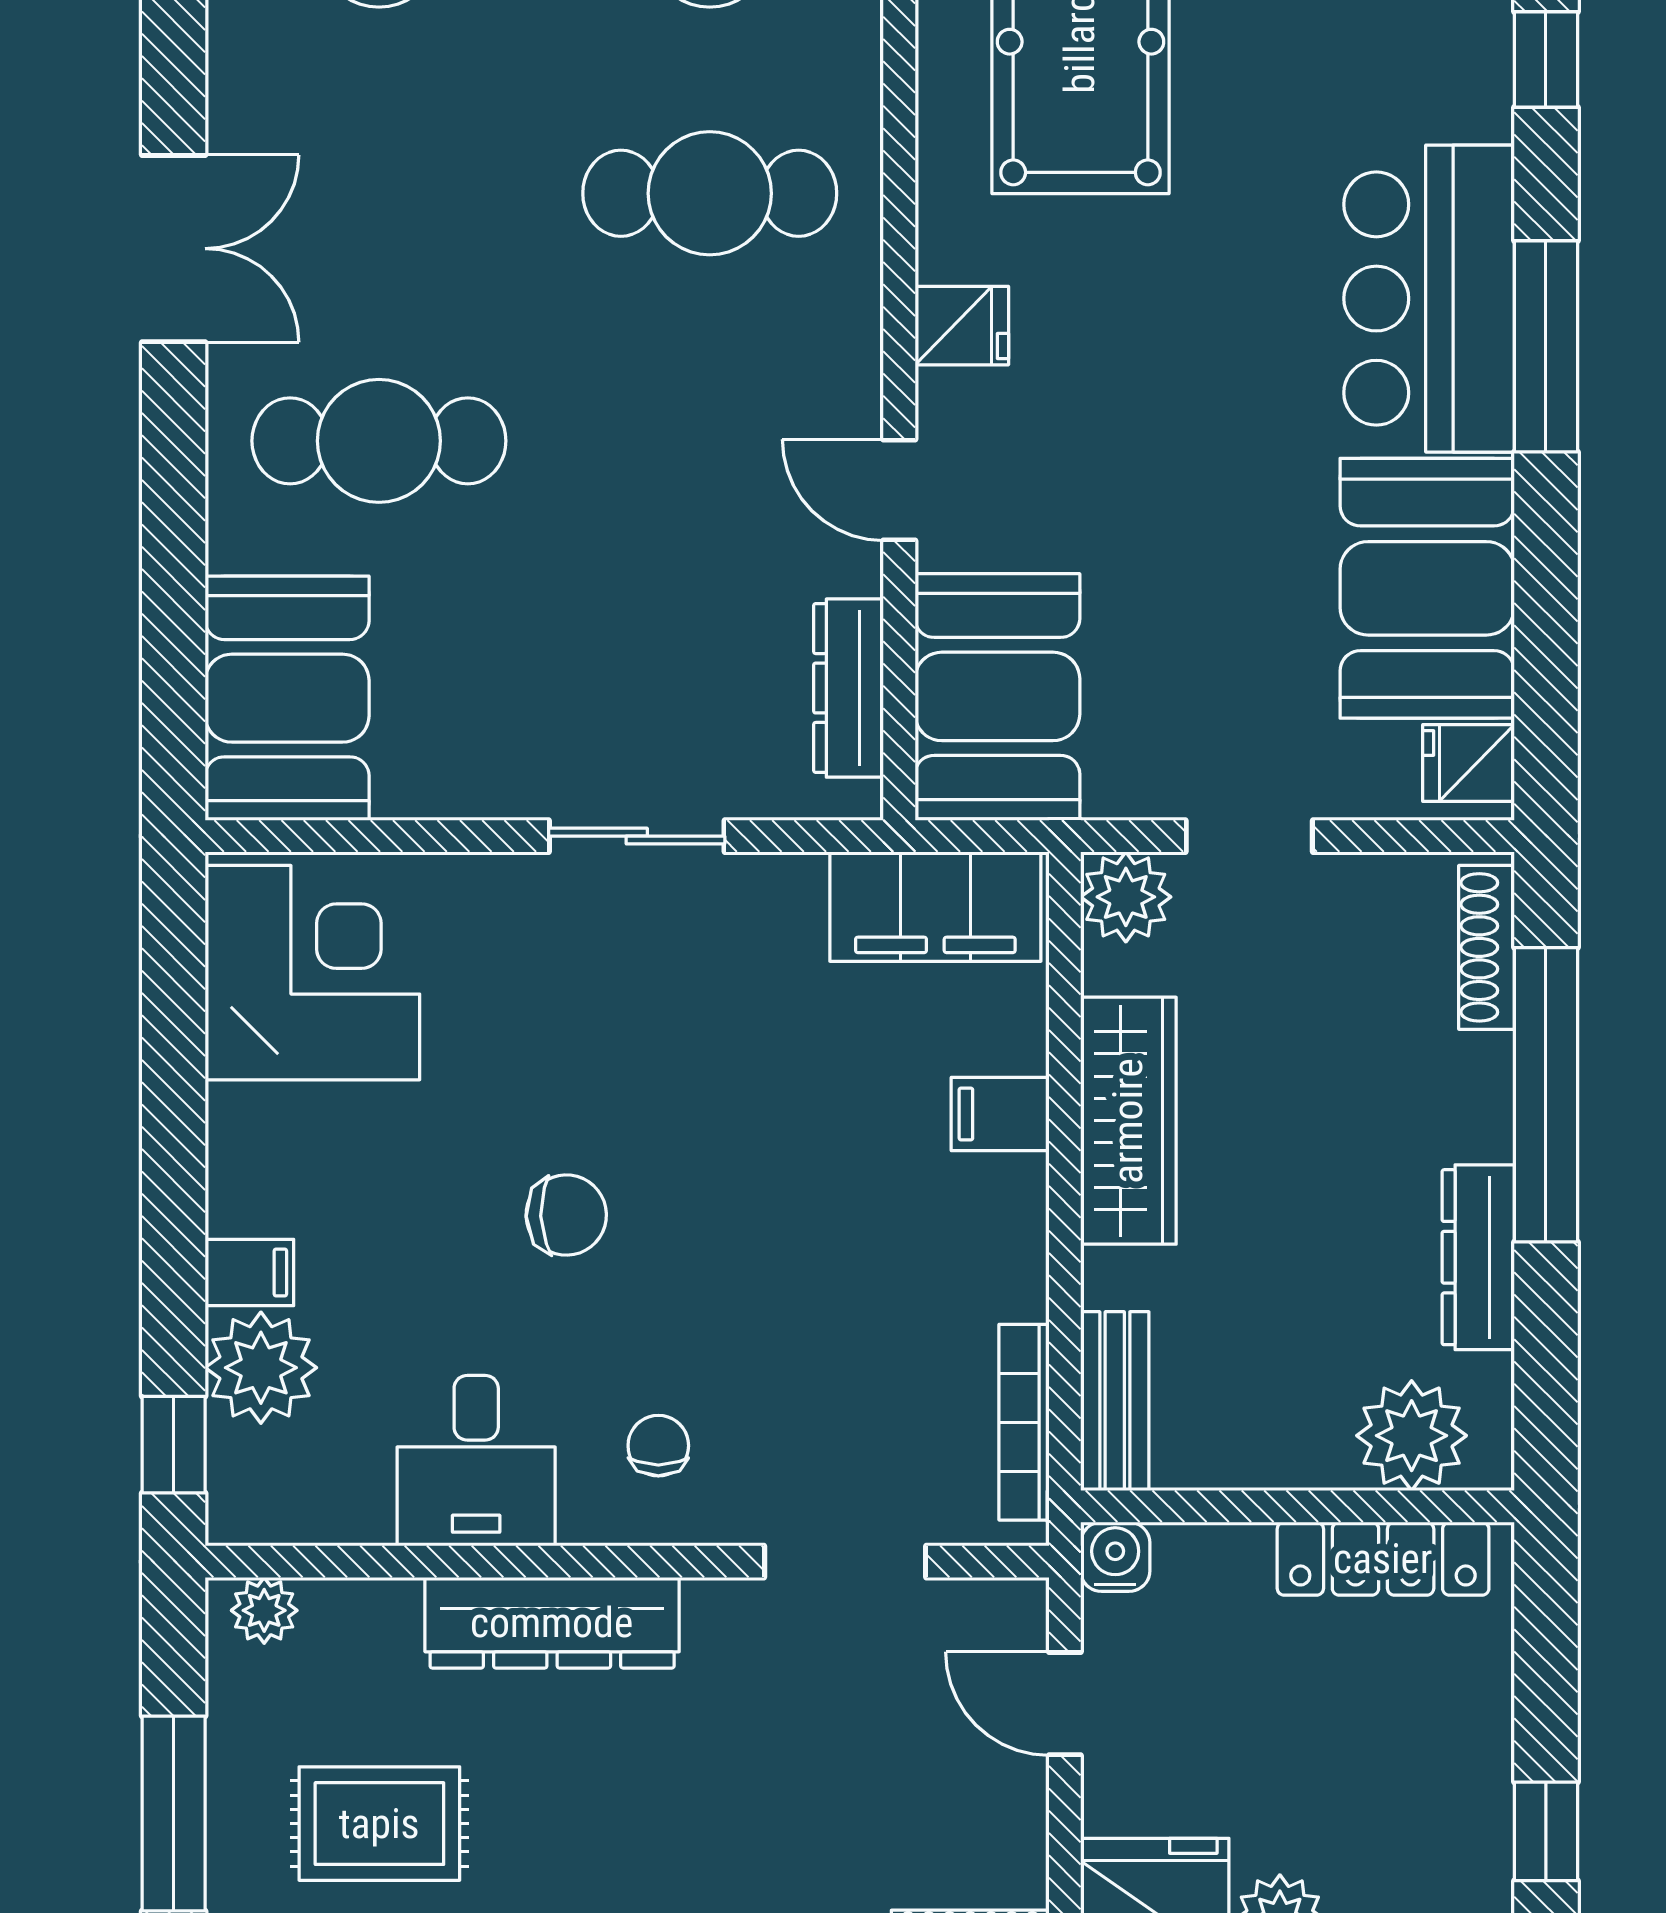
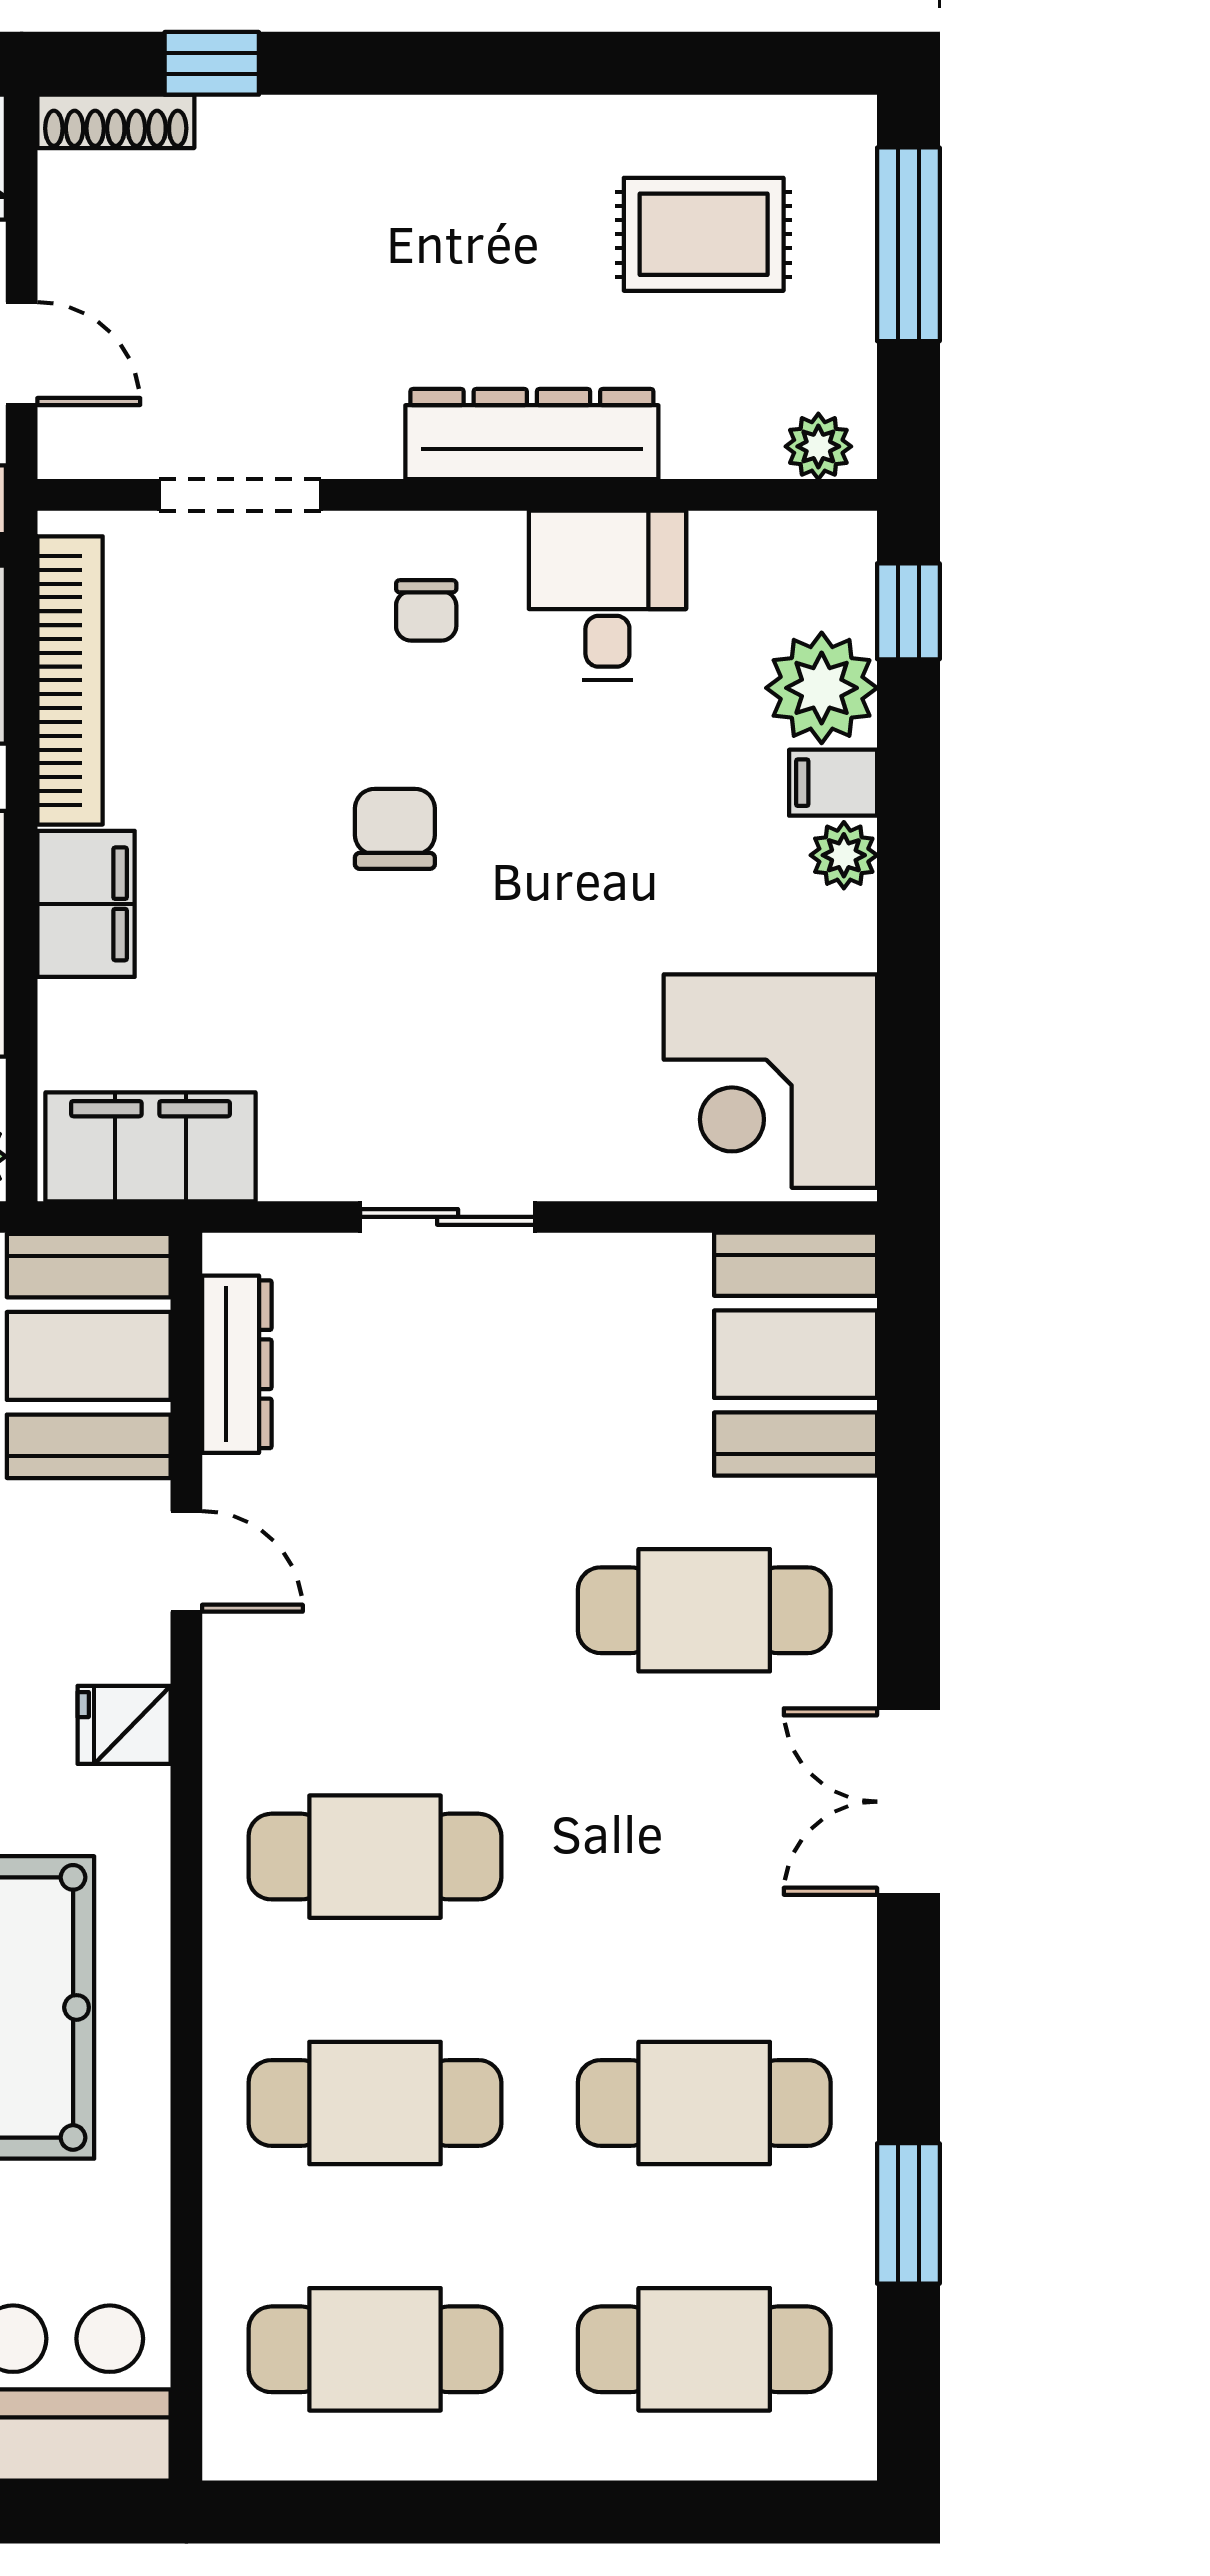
filing cabinet: (1000, 1114) -> (86, 904), width x2.00
plant: (239, 1200) -> (844, 855), added
chair: (566, 1215) -> (395, 829), moved, turned 92
bookcase: (1024, 1422) -> (70, 680), width x1.48, depth x1.31

